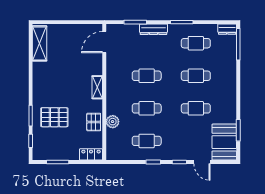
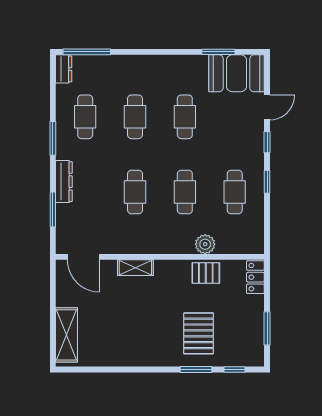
shelving: (40, 43) -> (66, 335), moved, turned 90
shelving: (97, 87) -> (135, 268), moved

